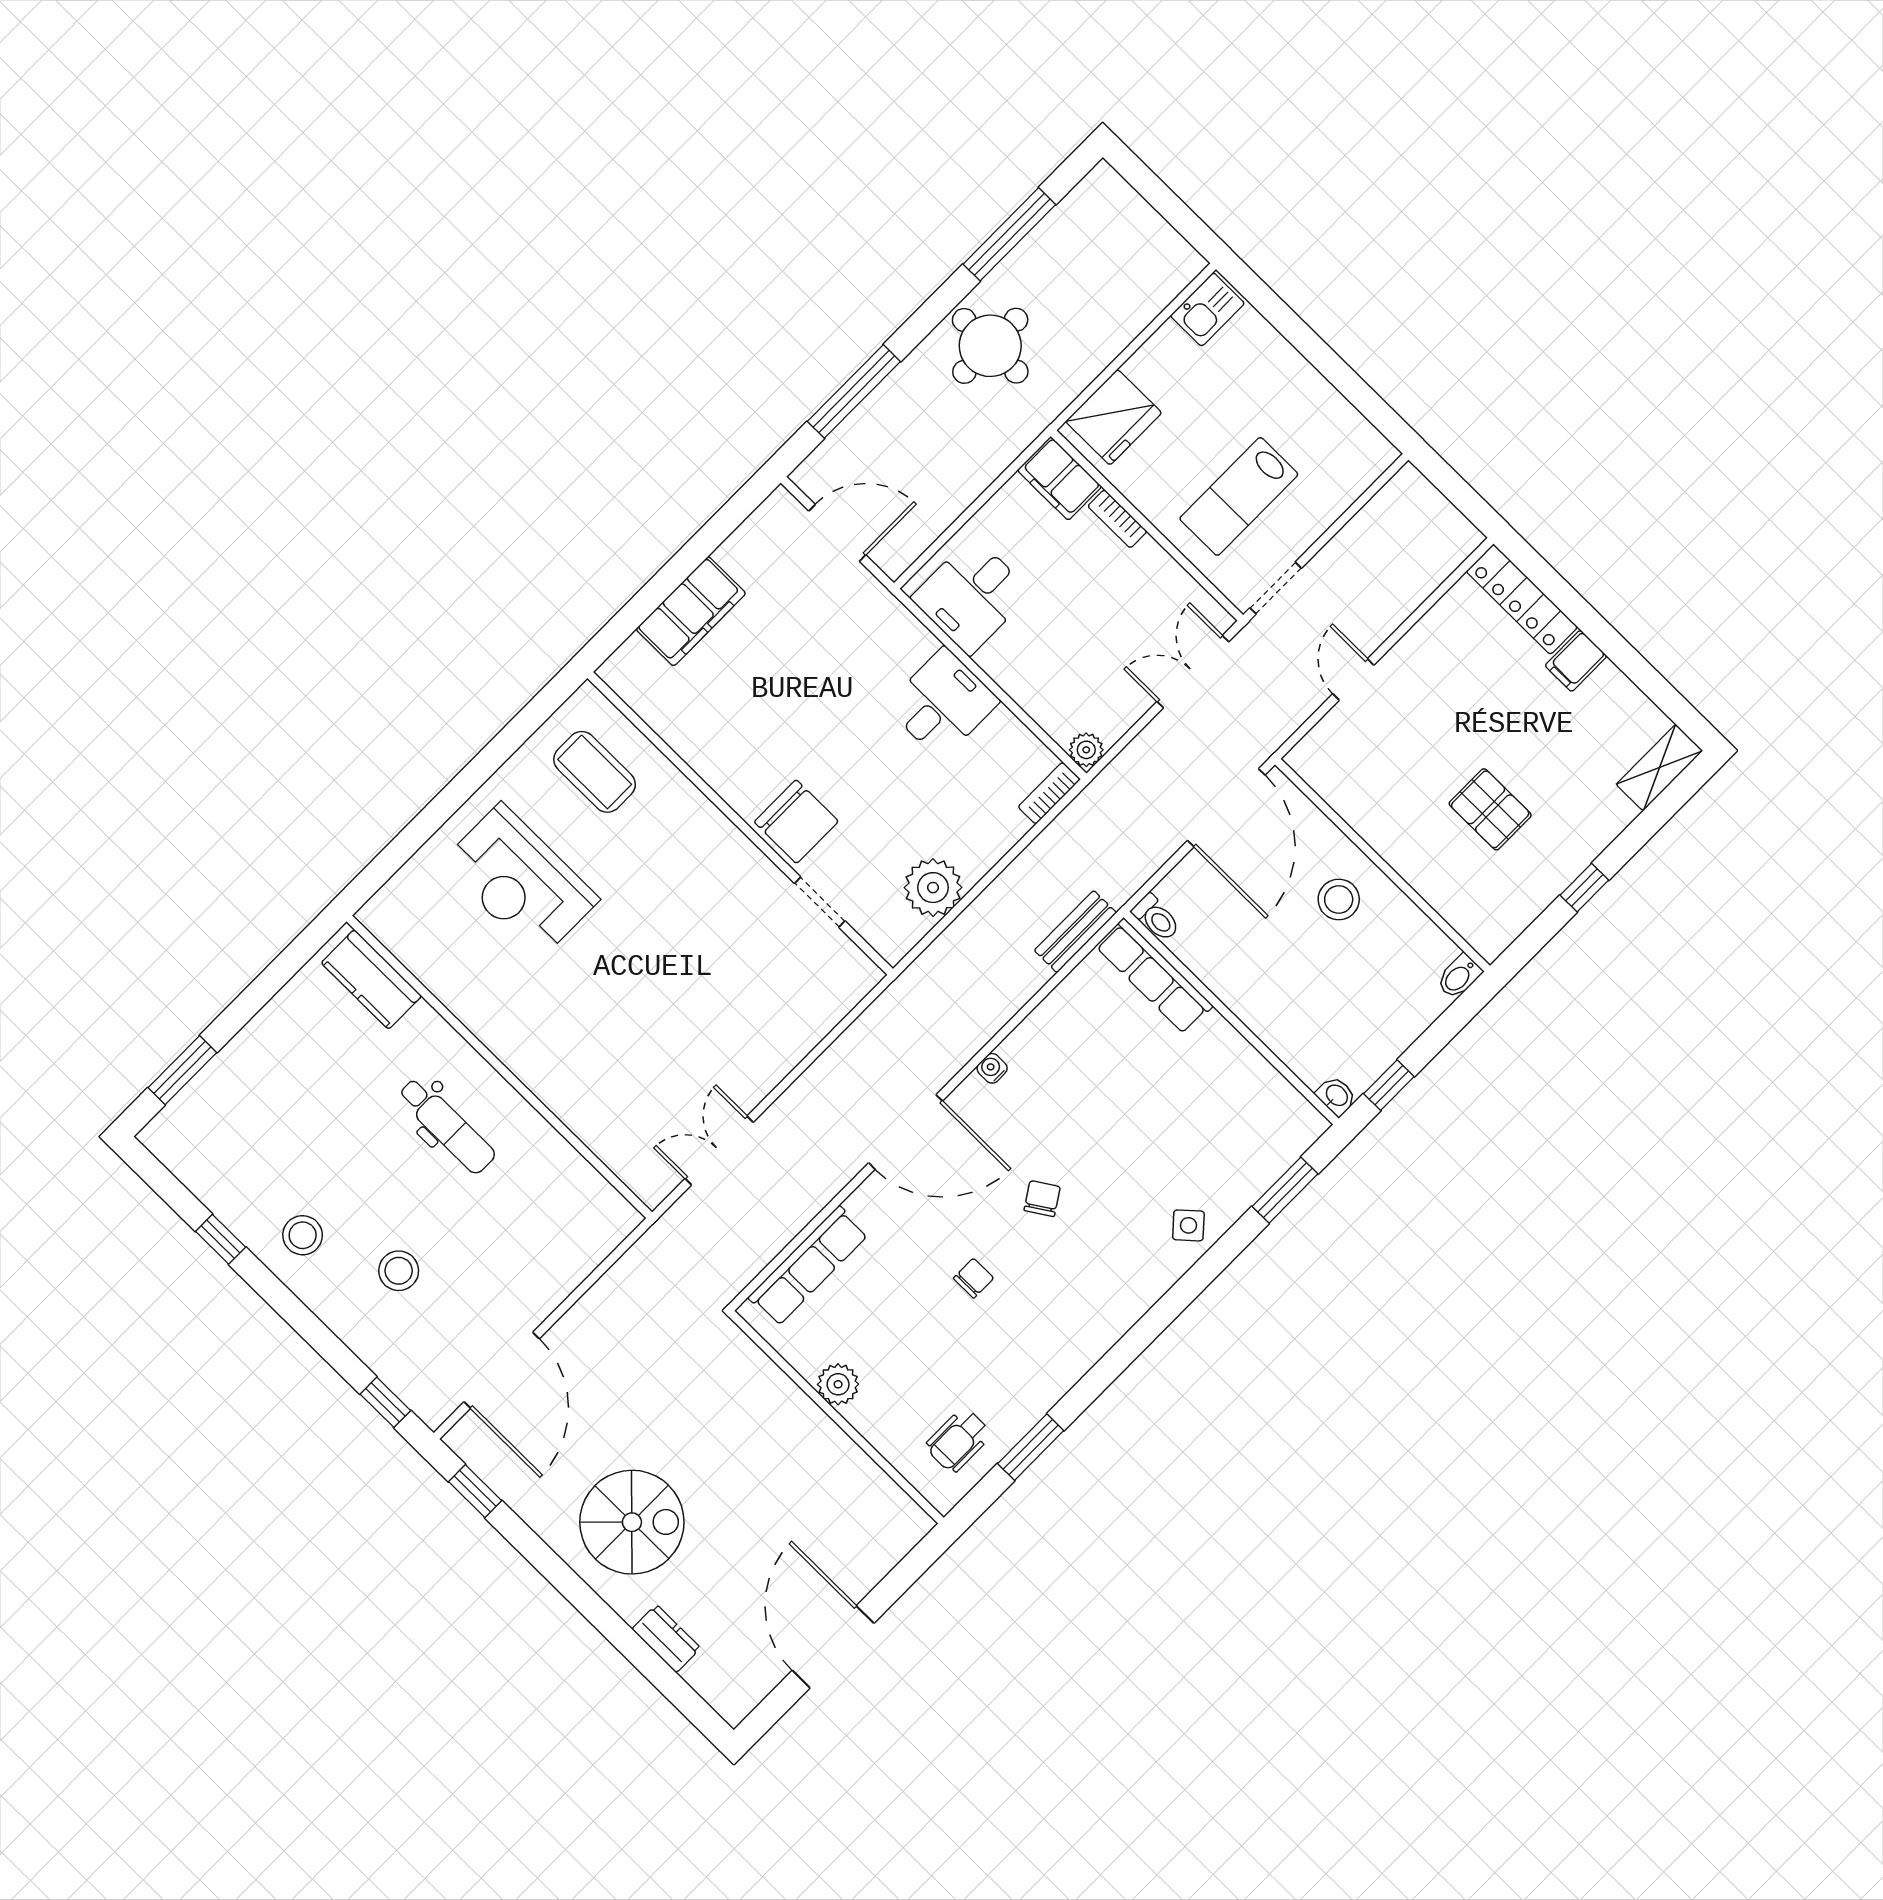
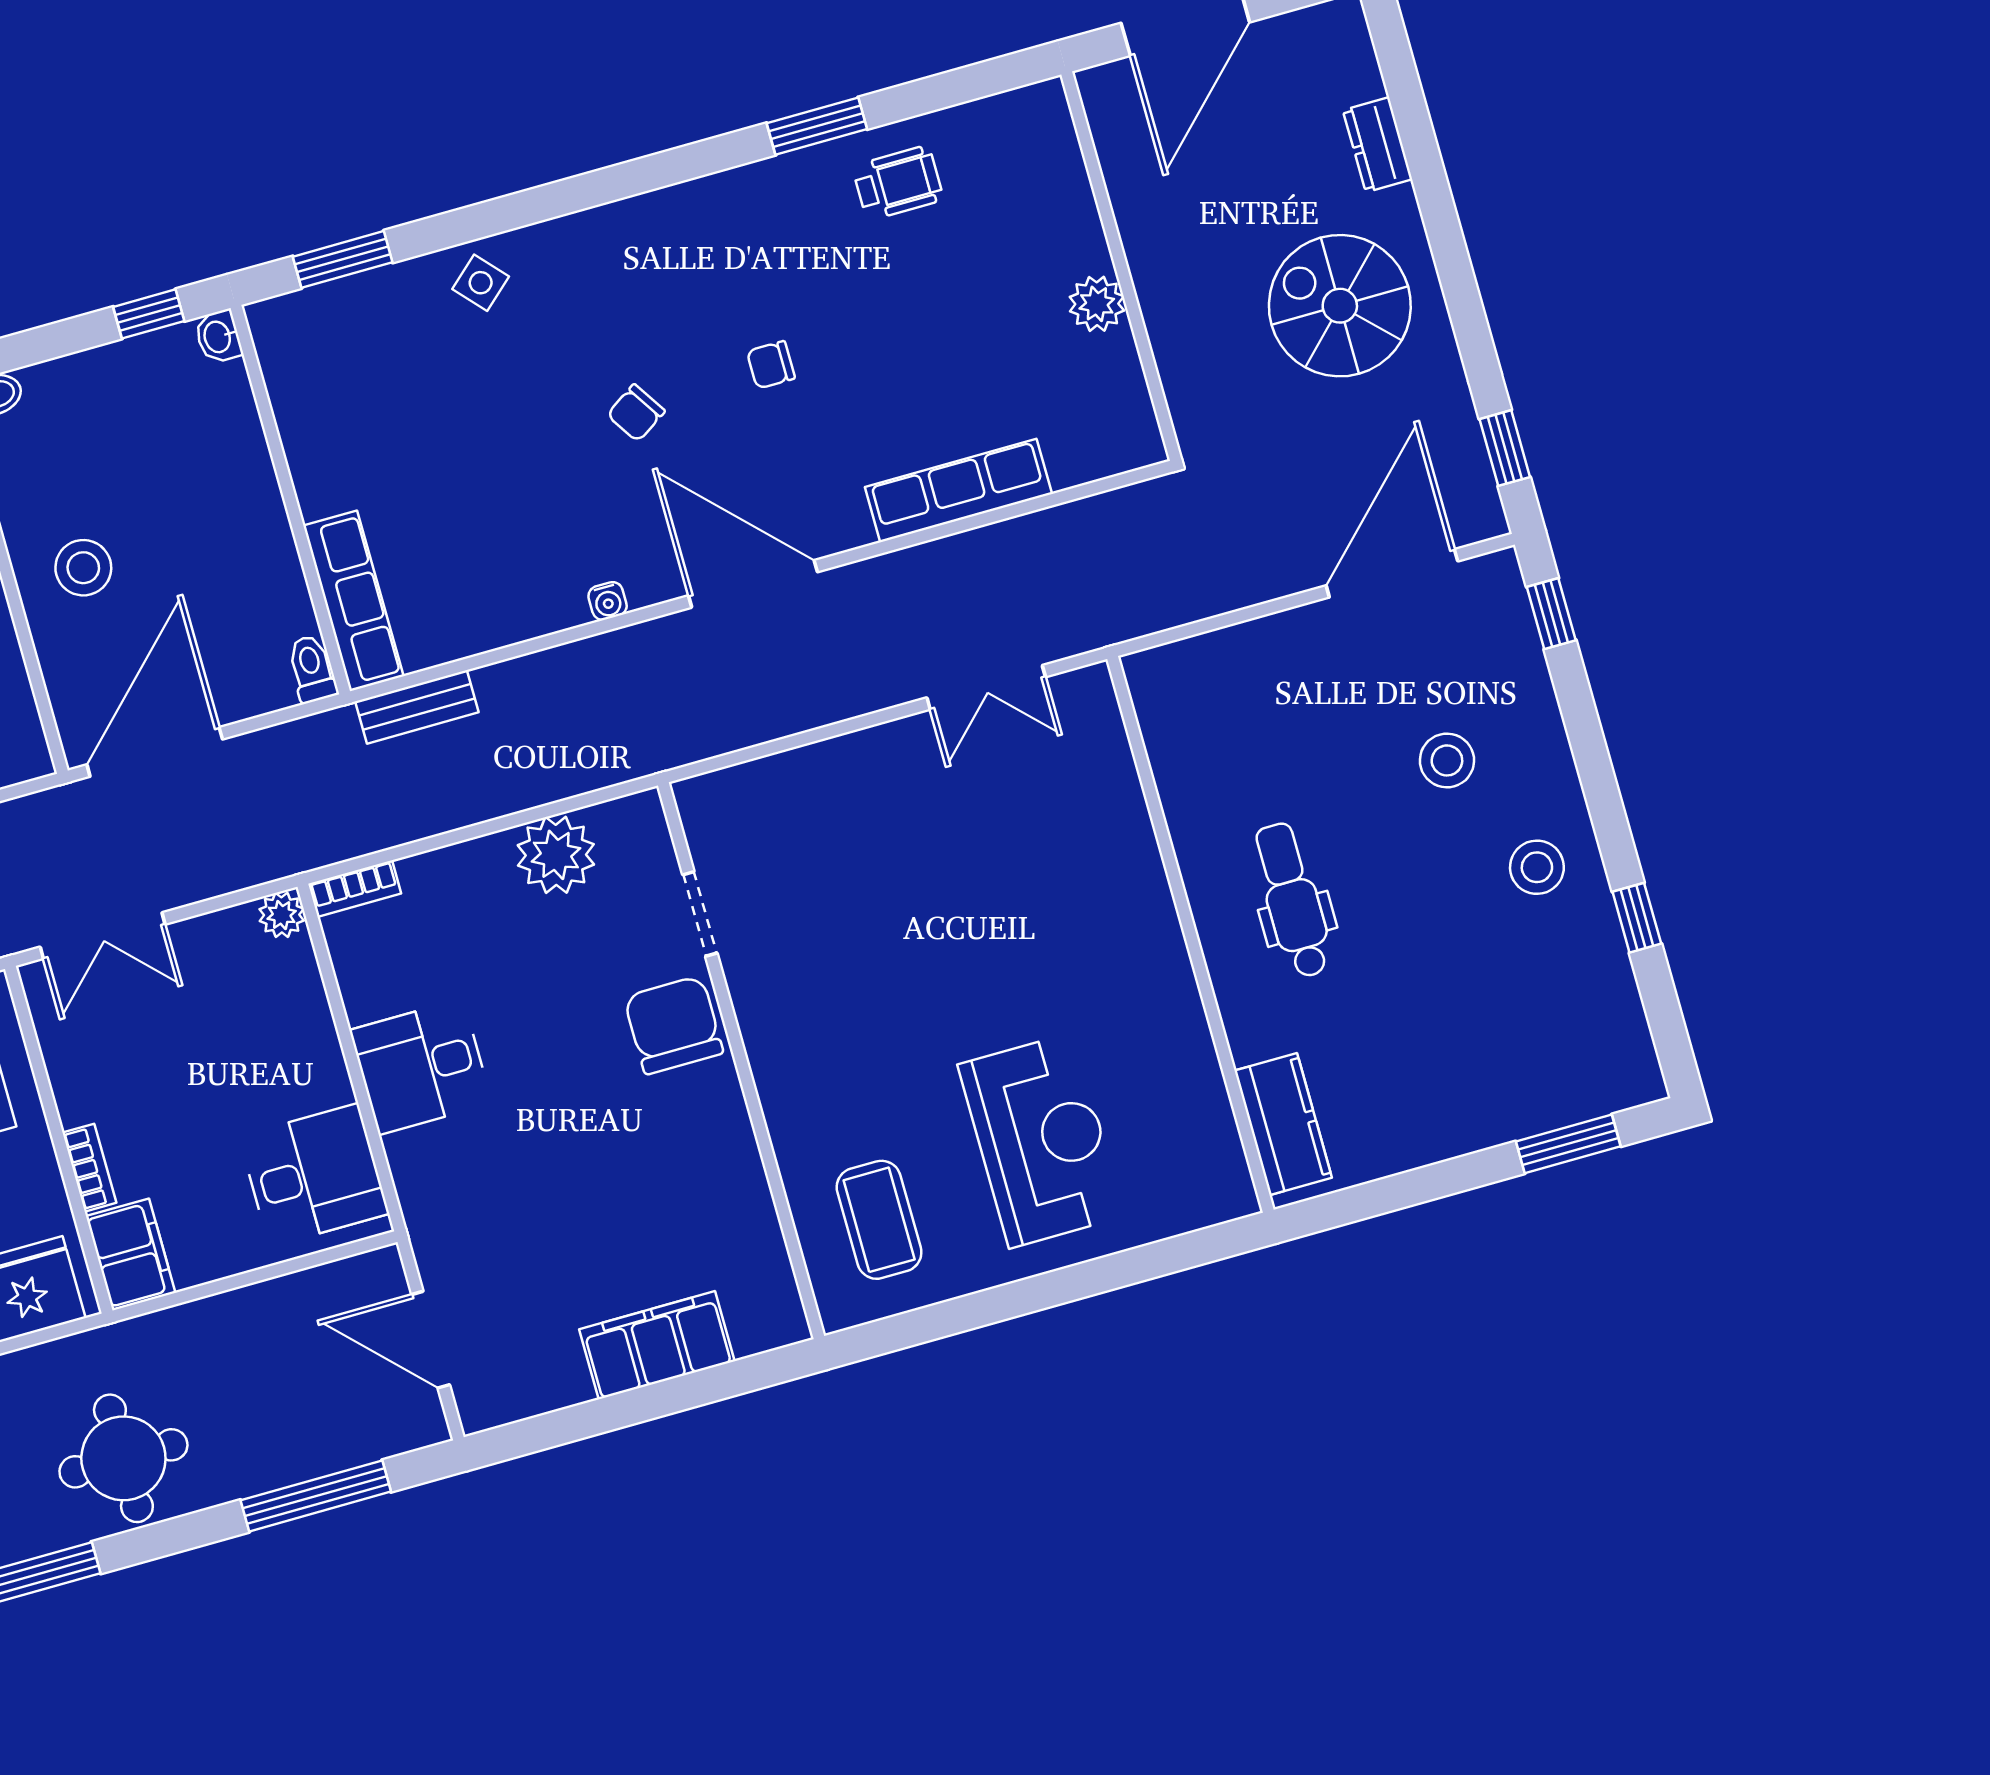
plant: (838, 1384) -> (1097, 304), moved
wall: (836, 1417) -> (1121, 266), moved

